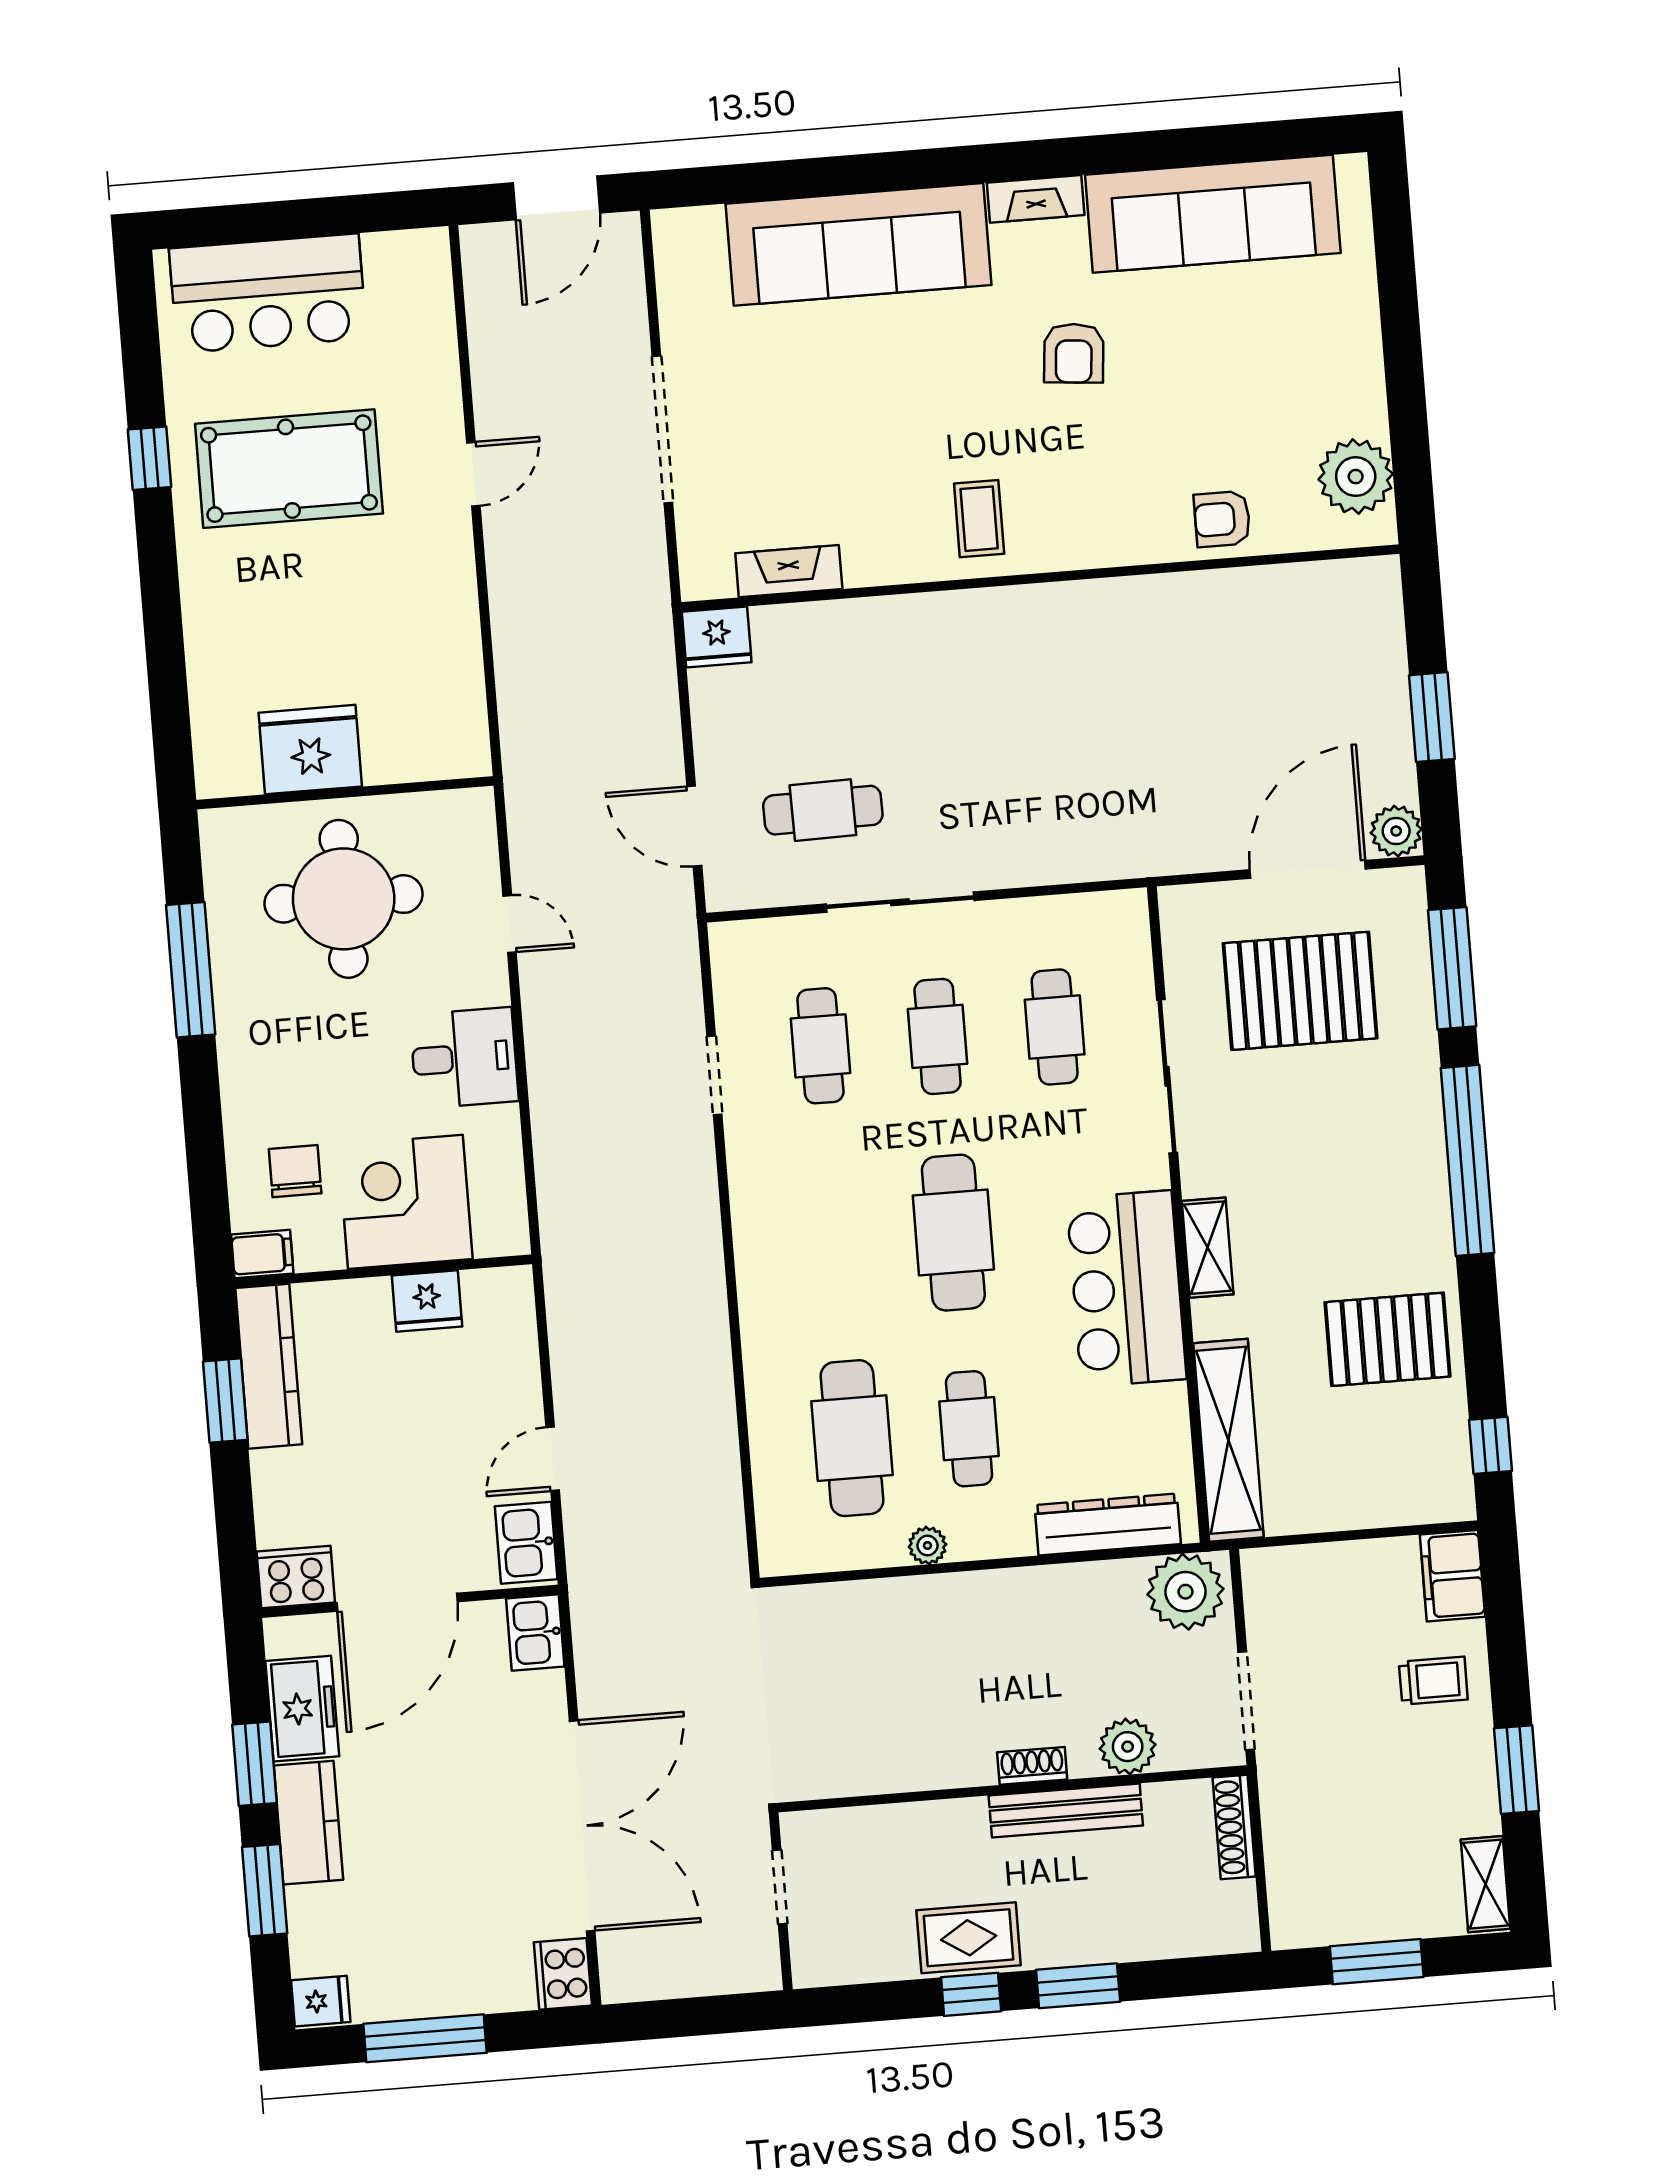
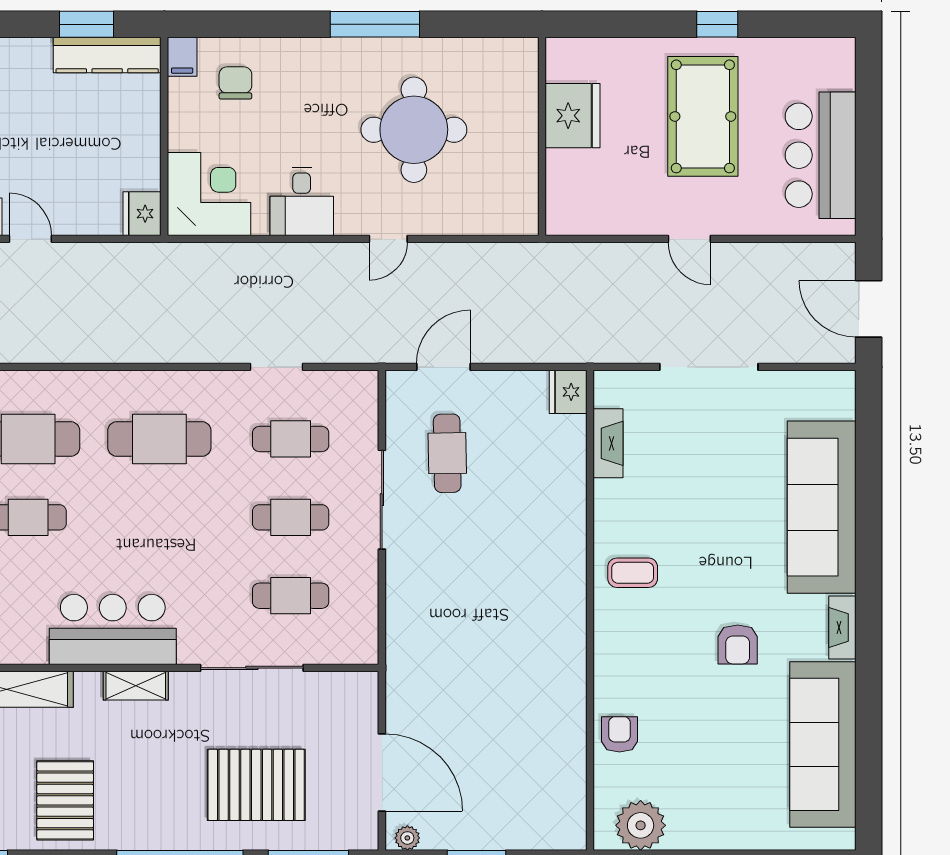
bar counter: (268, 293) -> (821, 155), moved
armchair: (1074, 353) -> (738, 645), turned -95
fridge: (310, 750) -> (573, 116), moved
wall: (345, 793) -> (542, 136), moved
plant: (1396, 831) -> (407, 838), width x0.73, depth x0.73
pallet: (1300, 991) -> (256, 785), moved, turned 90
chair: (295, 1171) -> (235, 83), turned -90
corner desk: (405, 1202) -> (209, 194), moved
cafe table: (953, 1233) -> (159, 439), moved
fridge: (427, 1301) -> (142, 214), moved

